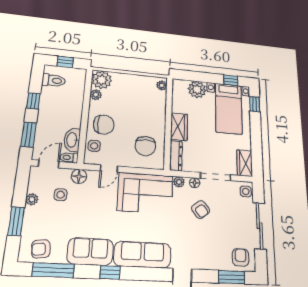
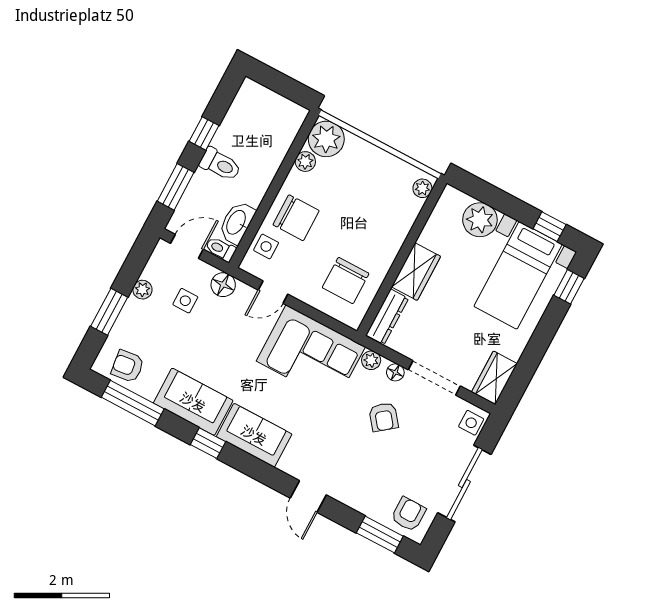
window: (65, 62) -> (281, 84), removed
toilet: (54, 80) -> (220, 164), moved
sofa: (142, 255) -> (254, 435), width x0.73

